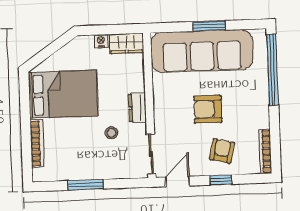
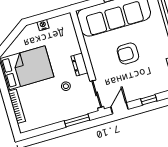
wardrobe: (126, 43) -> (61, 22), removed
armchair: (222, 151) -> (145, 80), removed
window: (86, 185) -> (77, 121), moved

